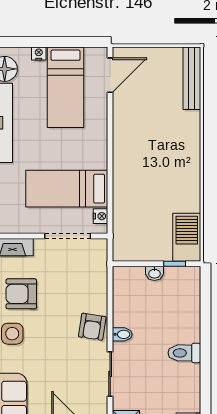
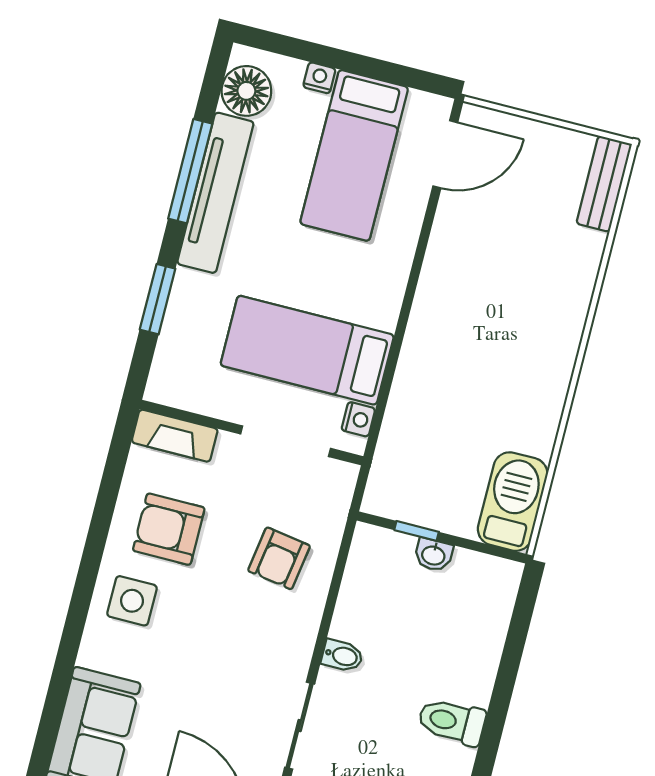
bench: (192, 78) -> (604, 184), width x0.73
window: (175, 264) -> (417, 531), moved
armchair: (92, 327) -> (279, 558), moved

